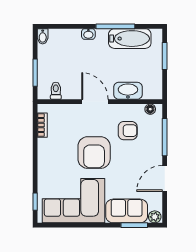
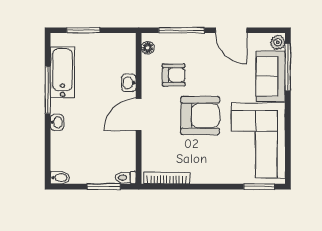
toilet: (56, 91) -> (125, 178), moved
washbasin: (128, 91) -> (129, 83), width x0.52, depth x0.69
bookcase: (42, 125) -> (167, 178), width x1.56
armchair: (128, 131) -> (174, 75), turned 90
window: (35, 202) -> (259, 187), width x1.50
window: (134, 225) -> (288, 67), width x1.44

